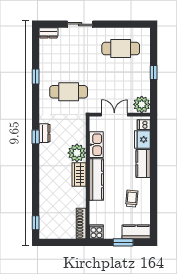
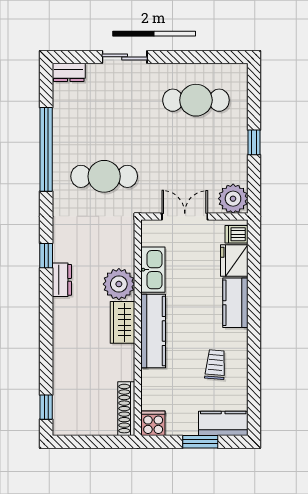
window: (36, 76) -> (46, 149), width x3.17
dresser: (45, 133) -> (62, 280), moved

